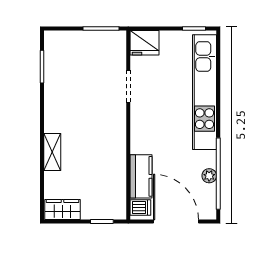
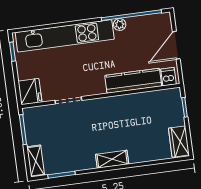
shelving: (62, 39) -> (36, 161), added
shelving: (52, 152) -> (112, 159), moved
kitchen counter: (141, 176) -> (133, 81), width x1.50
plant: (209, 176) -> (120, 24), moved
door: (176, 222) -> (176, 45), width x0.73

